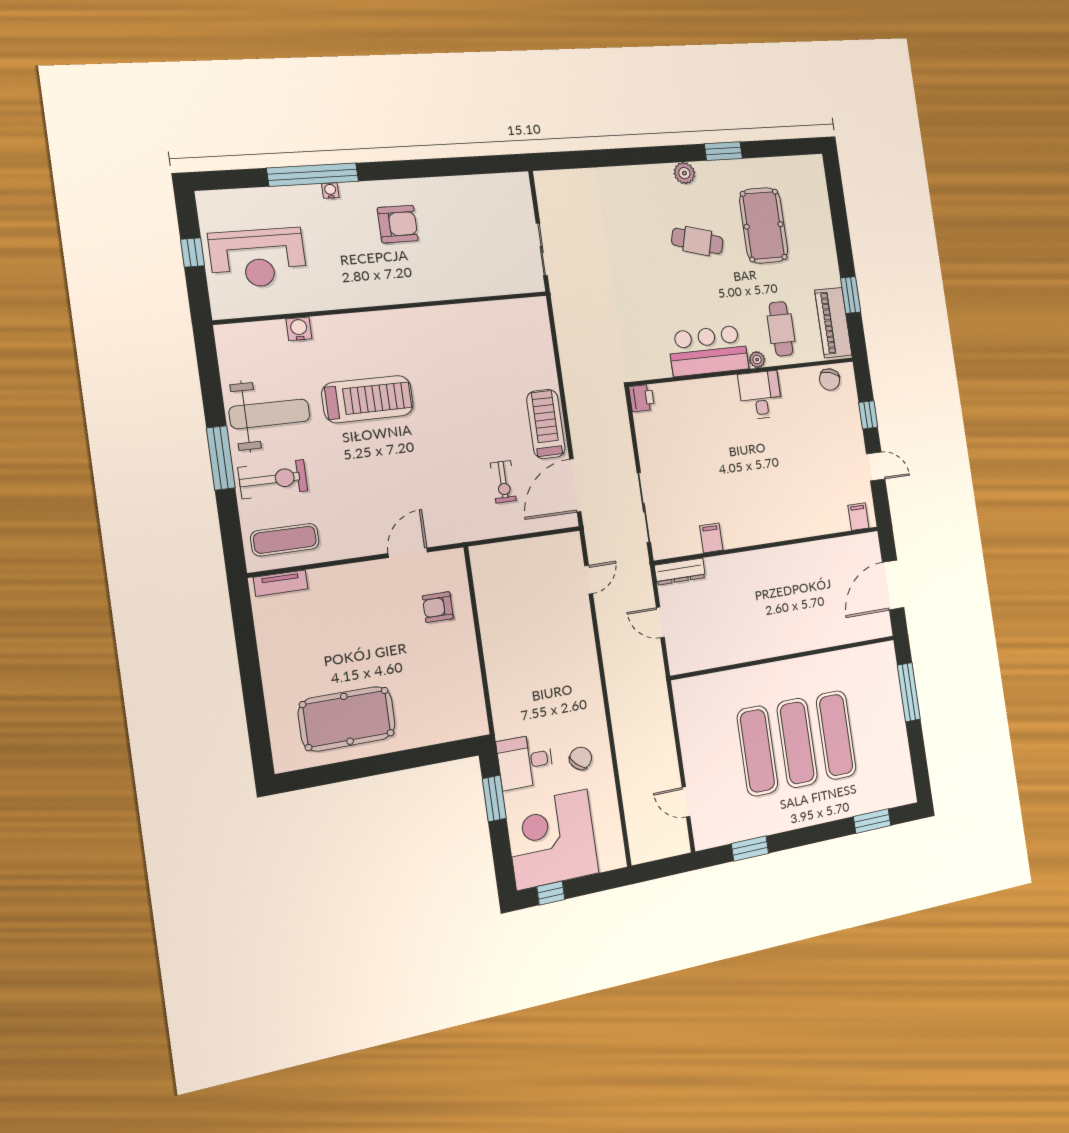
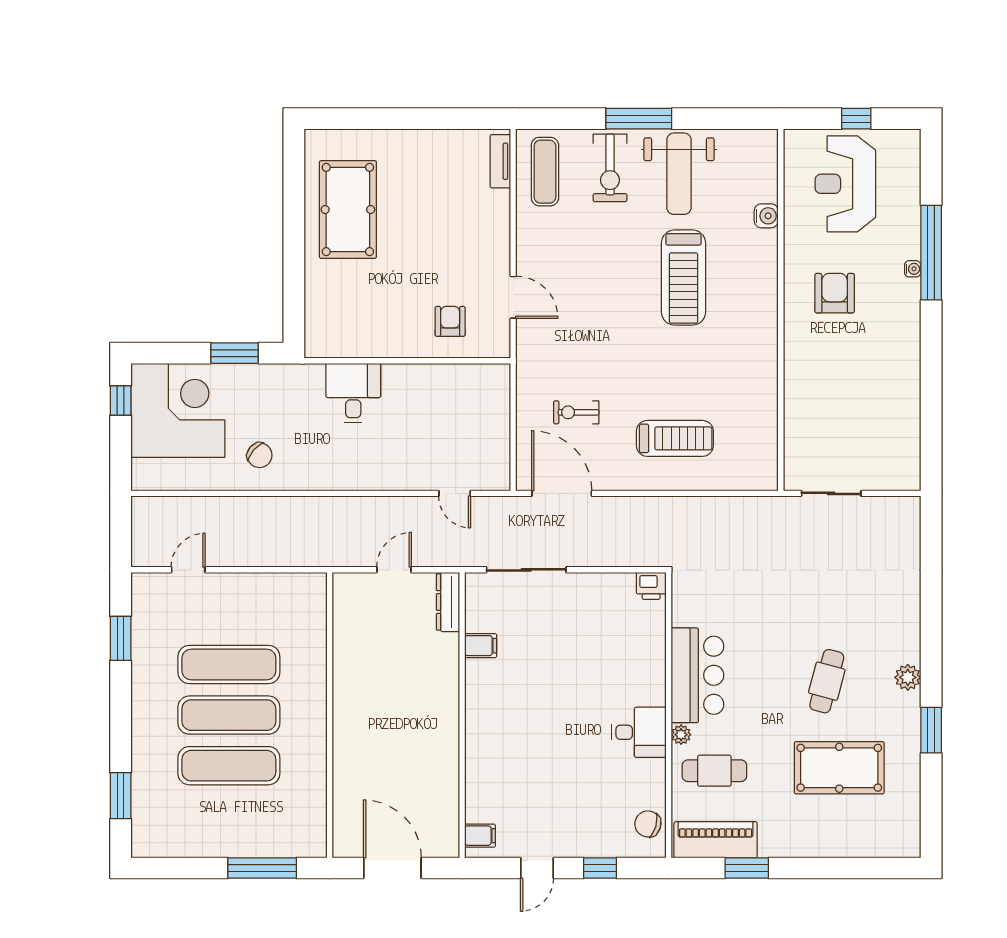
armchair: (398, 224) -> (835, 293), moved, turned 180
treadmill: (546, 424) -> (675, 438), moved
desk: (525, 762) -> (353, 393), moved

